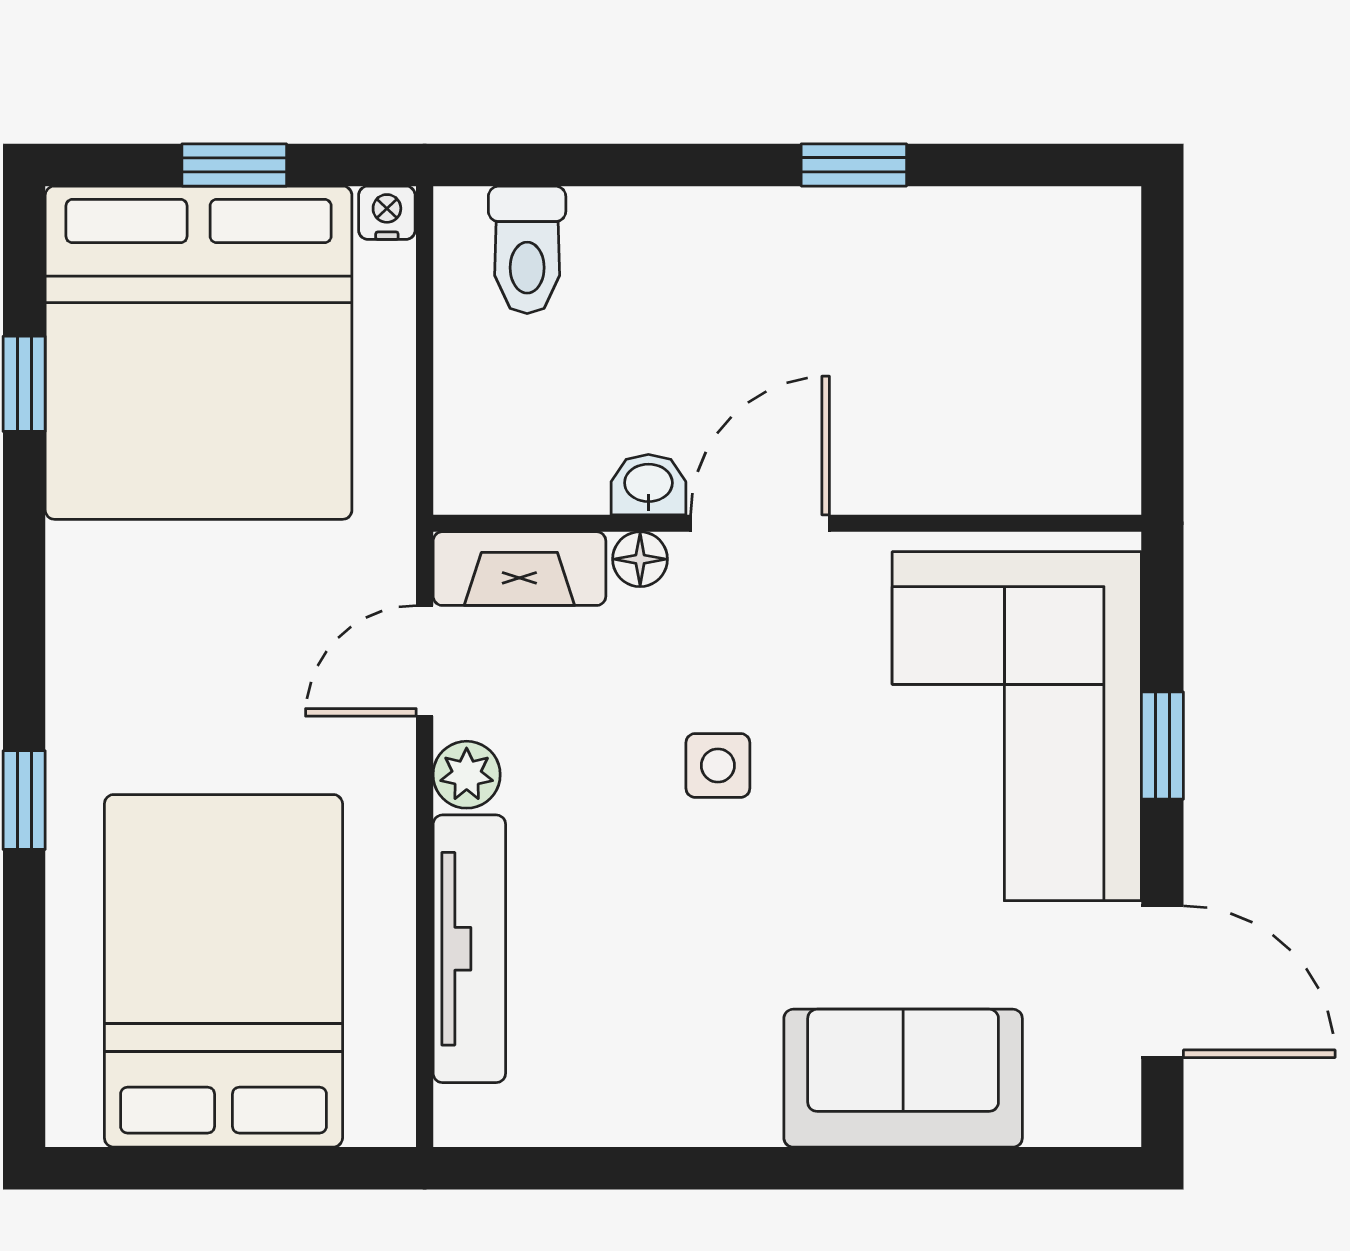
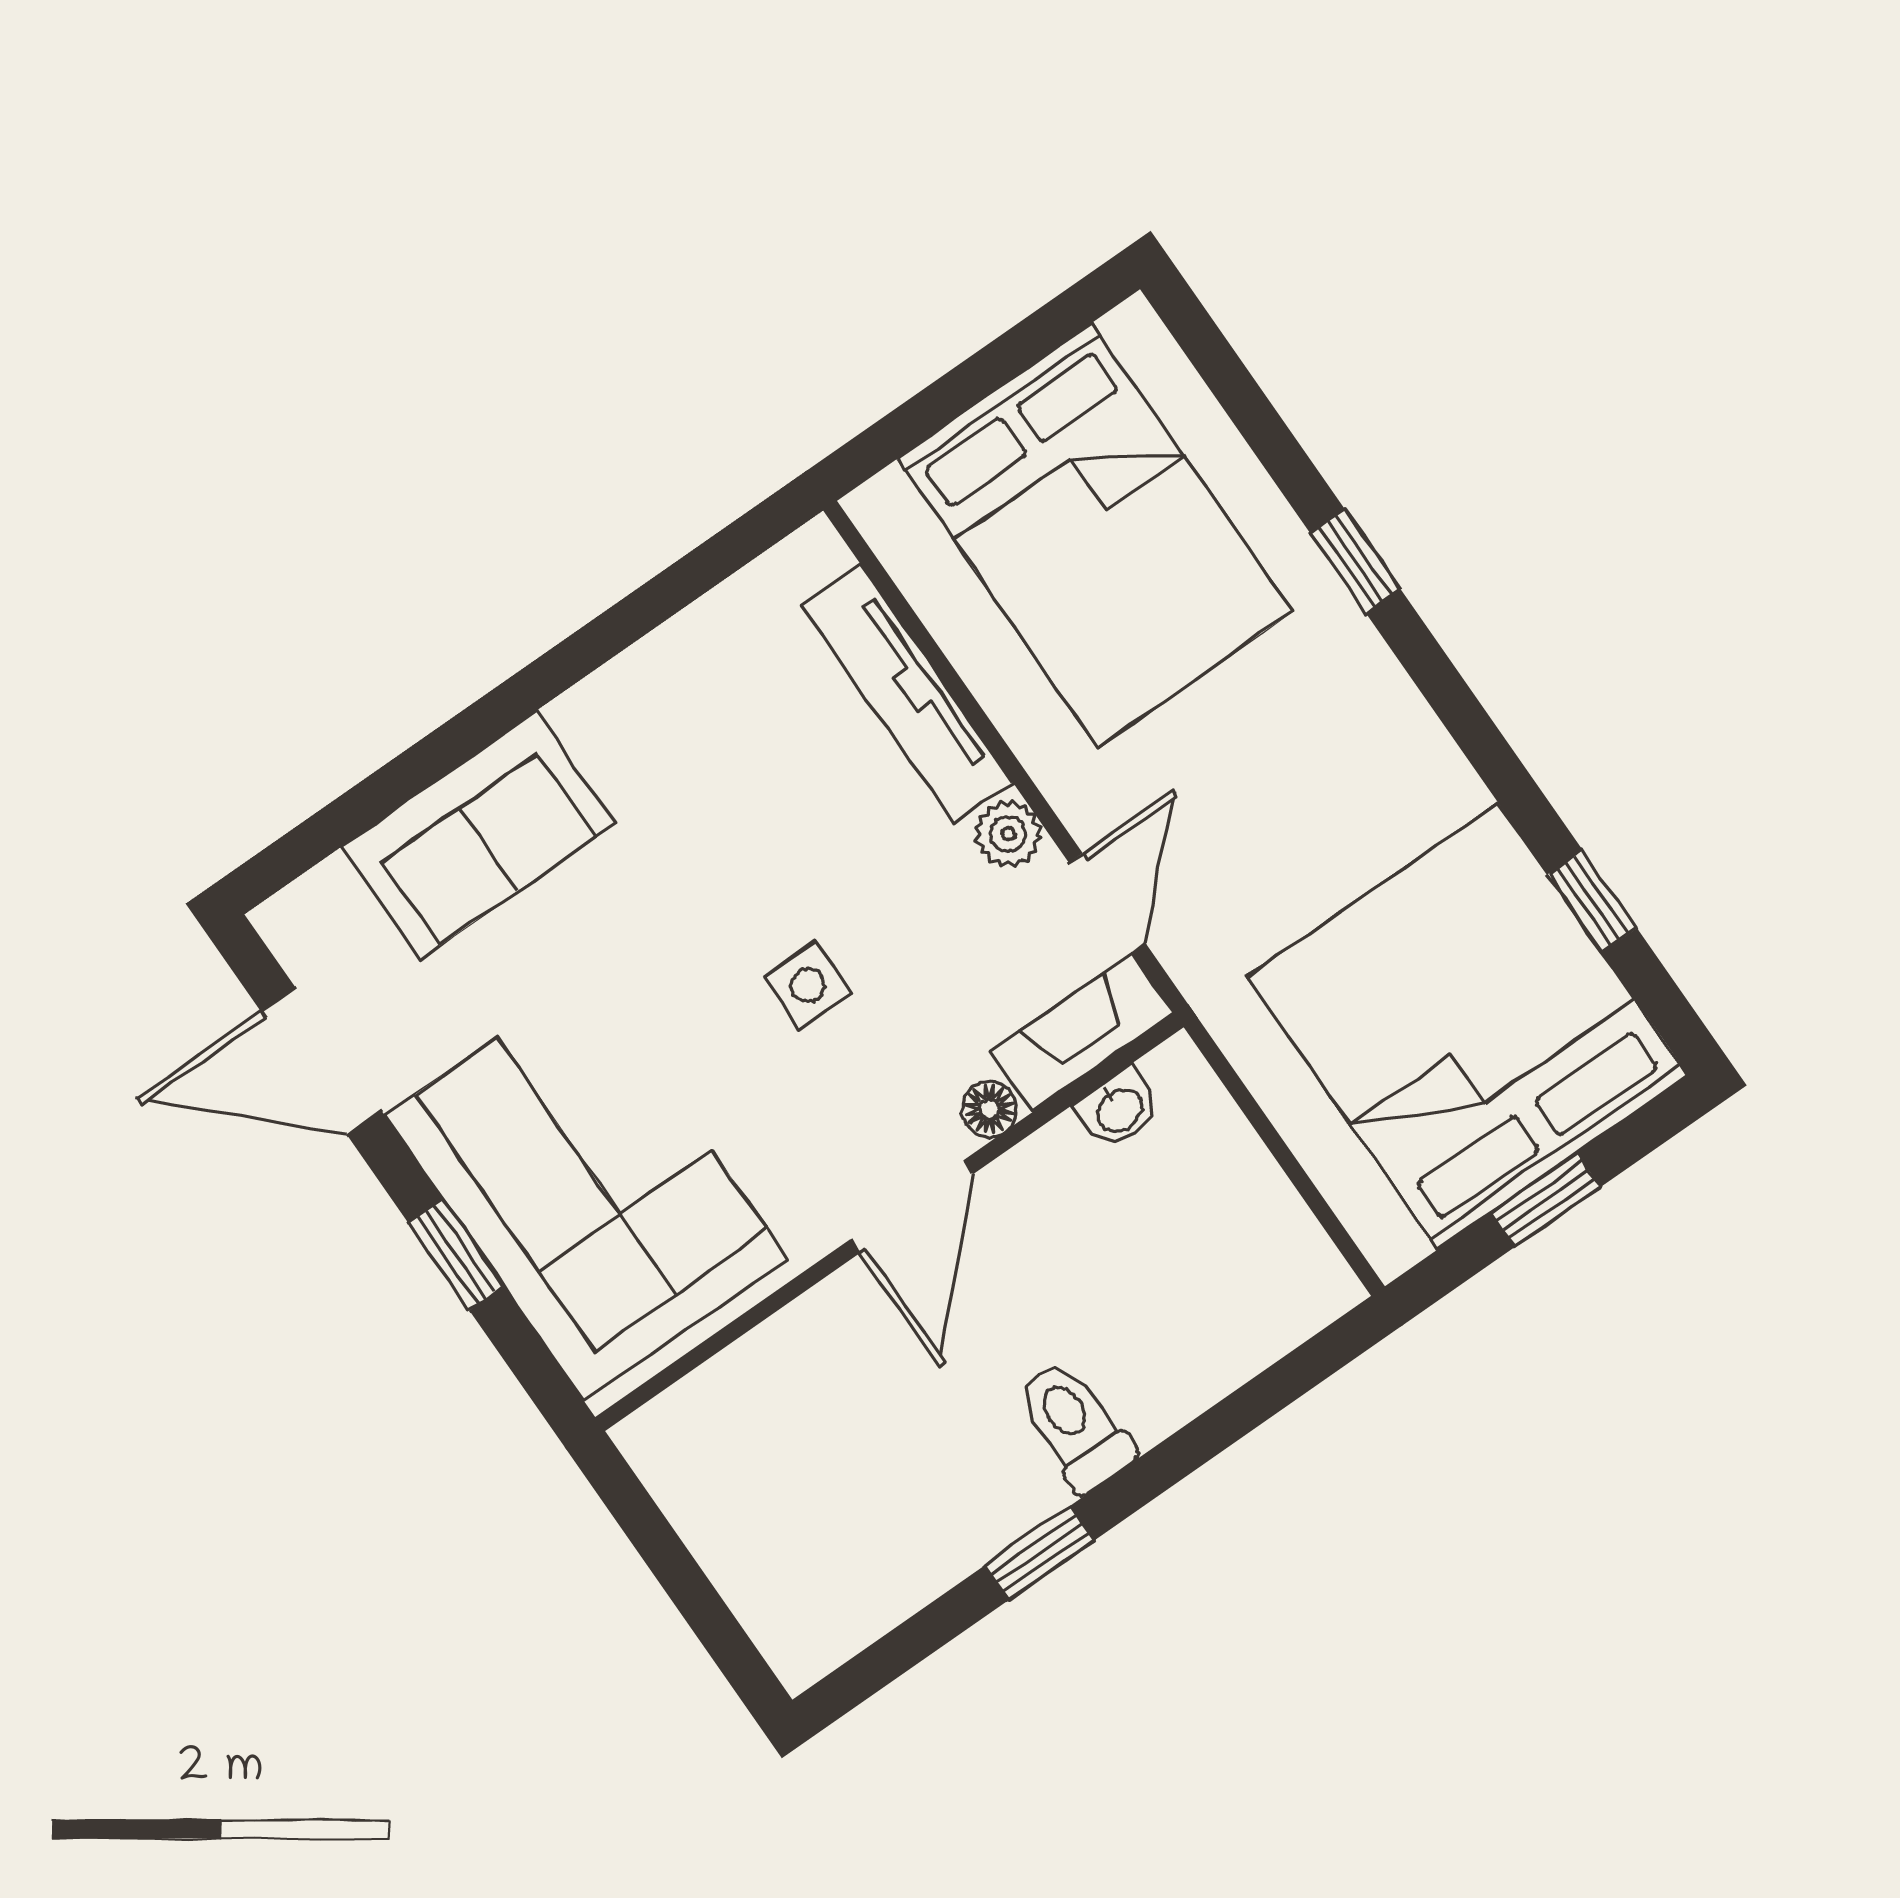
nightstand: (387, 213) -> (1394, 1248), removed
toilet: (527, 250) -> (1075, 1425), moved
washbasin: (648, 485) -> (1119, 1109), moved

